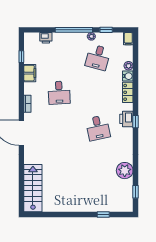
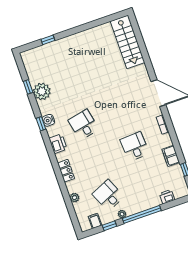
filing cabinet: (128, 39) -> (95, 221), moved
desk: (98, 57) -> (108, 195), turned -39
water cooler: (128, 76) -> (48, 120), moved
window: (136, 122) -> (41, 124), moved
window: (136, 192) -> (28, 87), moved

